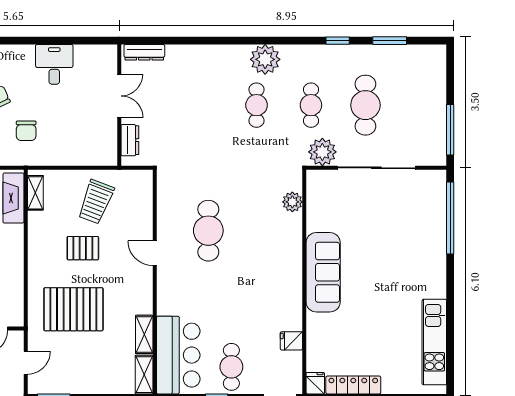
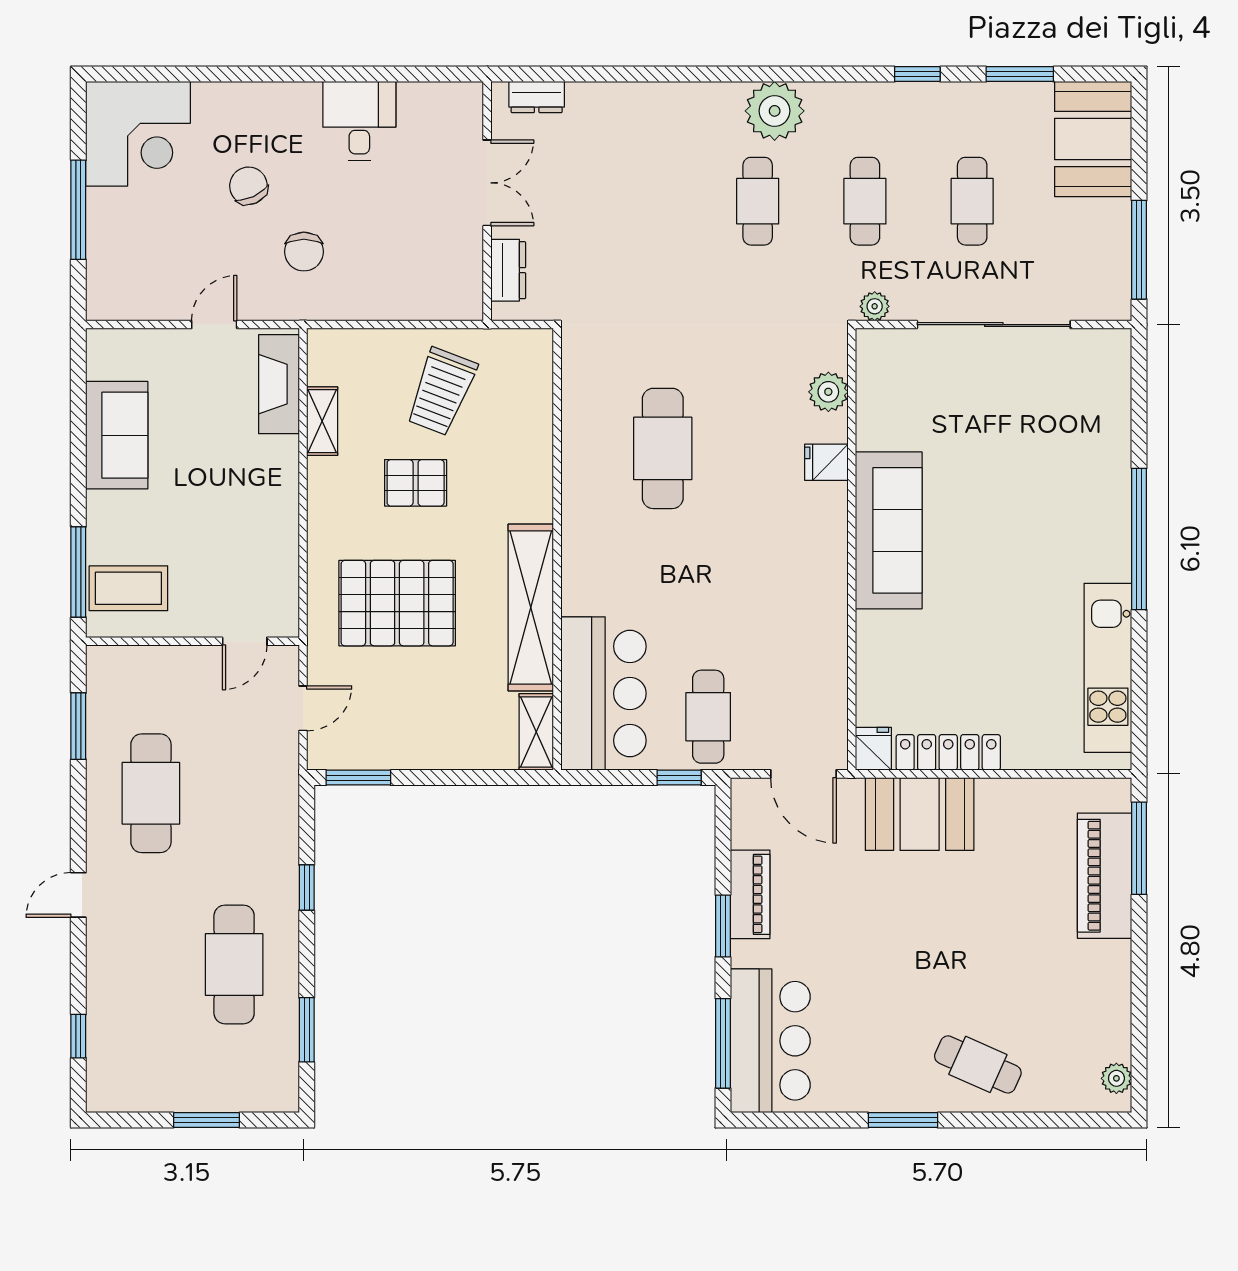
dresser: (144, 52) -> (537, 97), width x0.70
booth: (427, 74) -> (1093, 139), added
cafe table: (365, 105) -> (972, 201), width x0.73, depth x0.74
plant: (322, 152) -> (875, 306), width x0.53, depth x0.53
shelving: (35, 193) -> (322, 421), moved
window: (450, 218) -> (1139, 539), moved
door: (155, 253) -> (557, 493), removed
shelving: (144, 334) -> (531, 607), width x2.20, depth x1.33
fridge: (291, 341) -> (826, 462), moved

